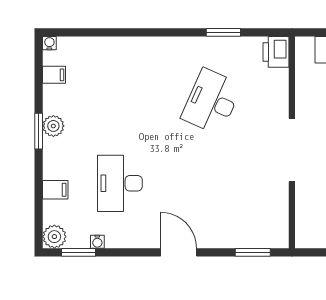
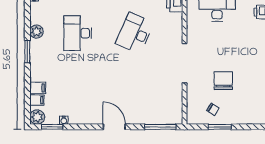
filing cabinet: (54, 75) -> (37, 100), moved
plant: (53, 126) -> (36, 32), moved
desk: (120, 183) -> (78, 33), moved
window: (253, 252) -> (160, 127), width x1.44

